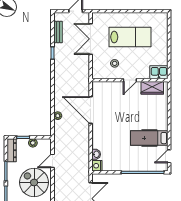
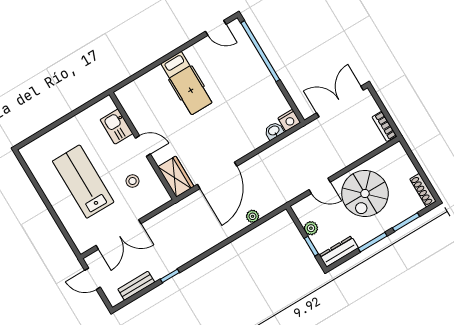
kitchen sink: (159, 72) -> (117, 127), moved
wardrobe: (152, 88) -> (176, 177), moved
hospital bed: (149, 138) -> (186, 83), moved

